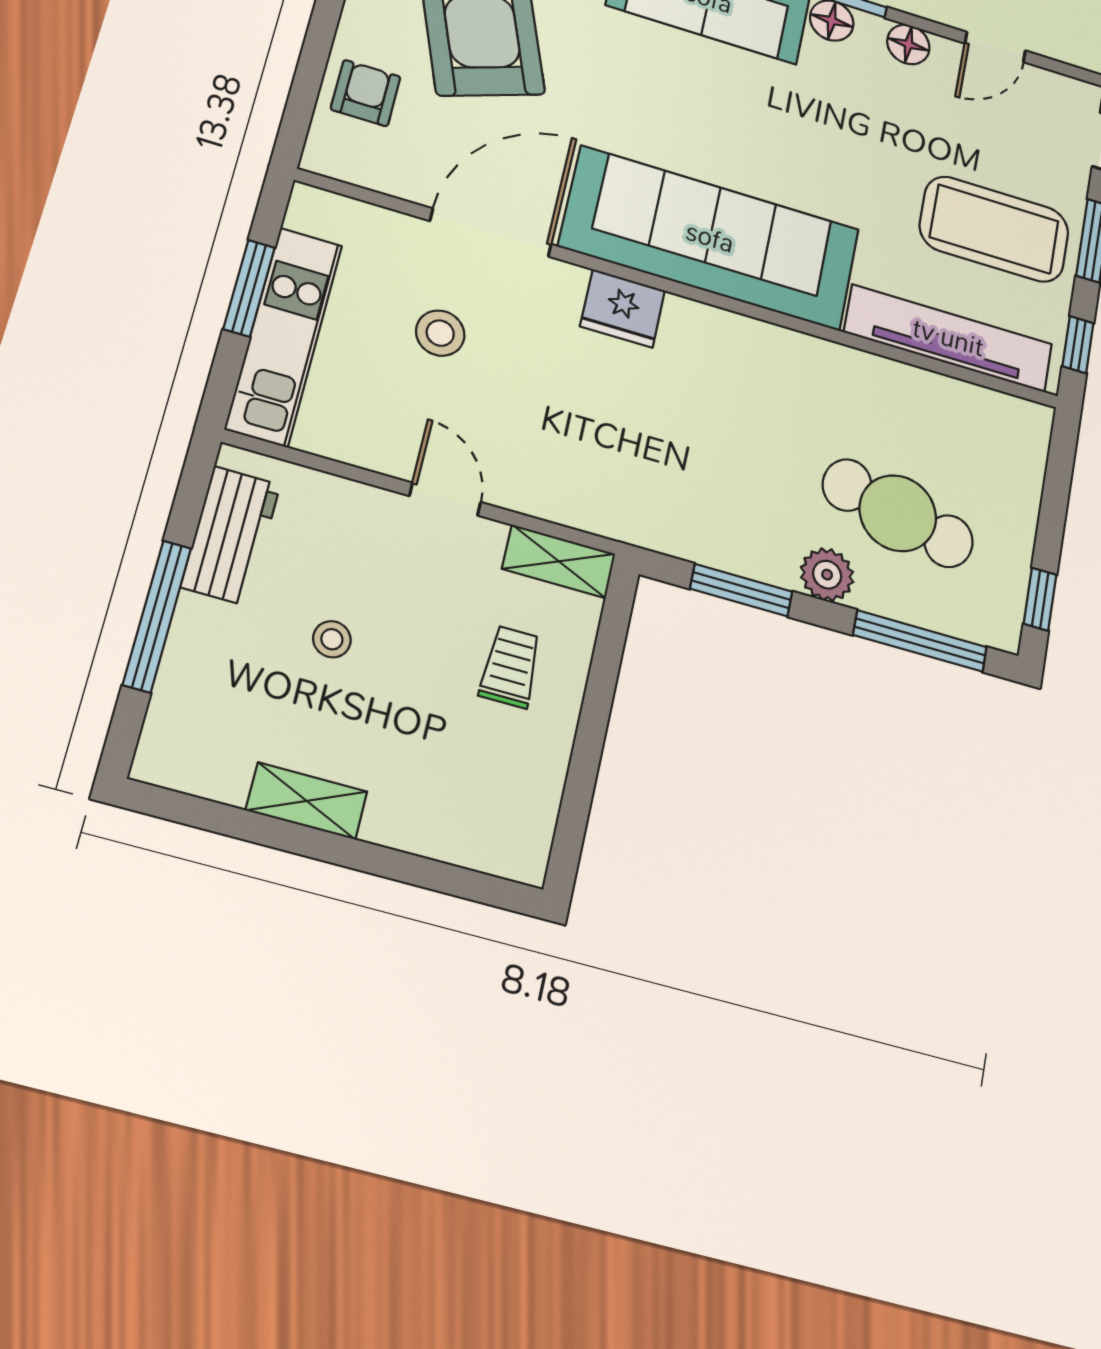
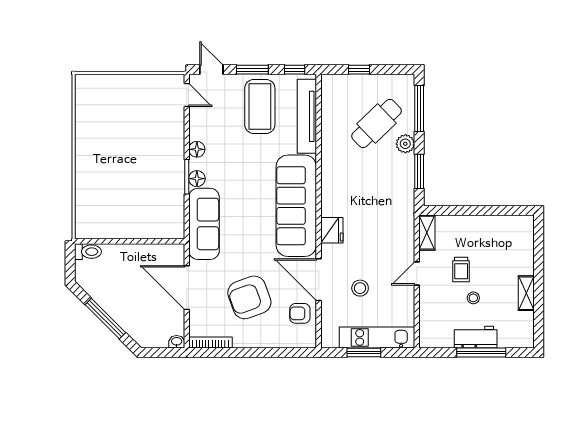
door: (995, 47) -> (187, 95), moved
armchair: (366, 93) -> (300, 313), moved
cafe table: (898, 513) -> (376, 124), turned 32
workbench: (231, 536) -> (476, 337), moved
window: (1040, 599) -> (359, 70), moved
trolley: (510, 667) -> (461, 269), moved, turned -90

